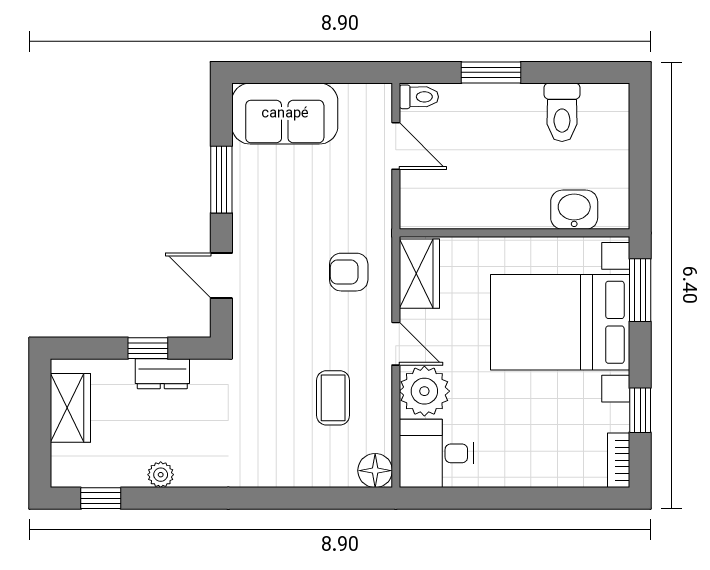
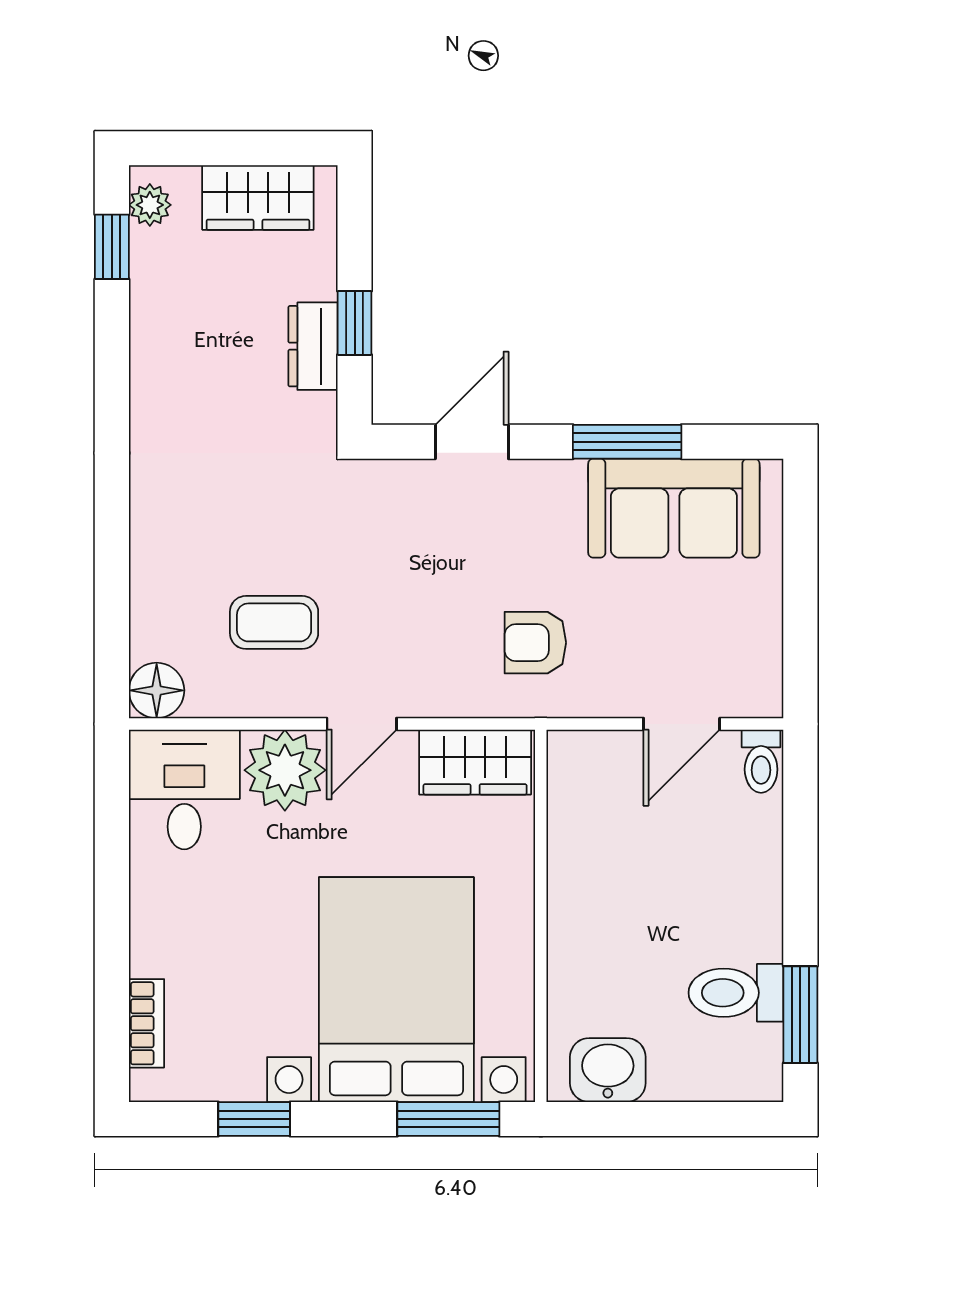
window: (491, 72) -> (800, 1015), moved
sofa: (285, 114) -> (674, 508), moved, turned -90
washbasin: (574, 210) -> (608, 1070), moved, turned -90
armchair: (349, 272) -> (535, 643), moved, turned -90
bookcase: (619, 460) -> (146, 1023), moved, turned 90
plant: (161, 475) -> (150, 205), moved

